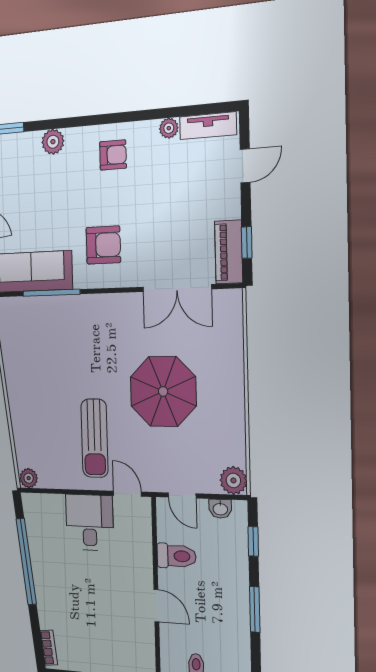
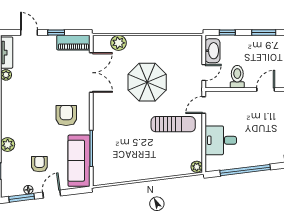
armchair: (113, 155) -> (39, 164), moved
window: (247, 243) -> (56, 33), moved
plant: (233, 480) -> (119, 43), moved
washbasin: (220, 509) -> (213, 51), width x1.91, depth x1.45
desk: (90, 522) -> (221, 140), moved

